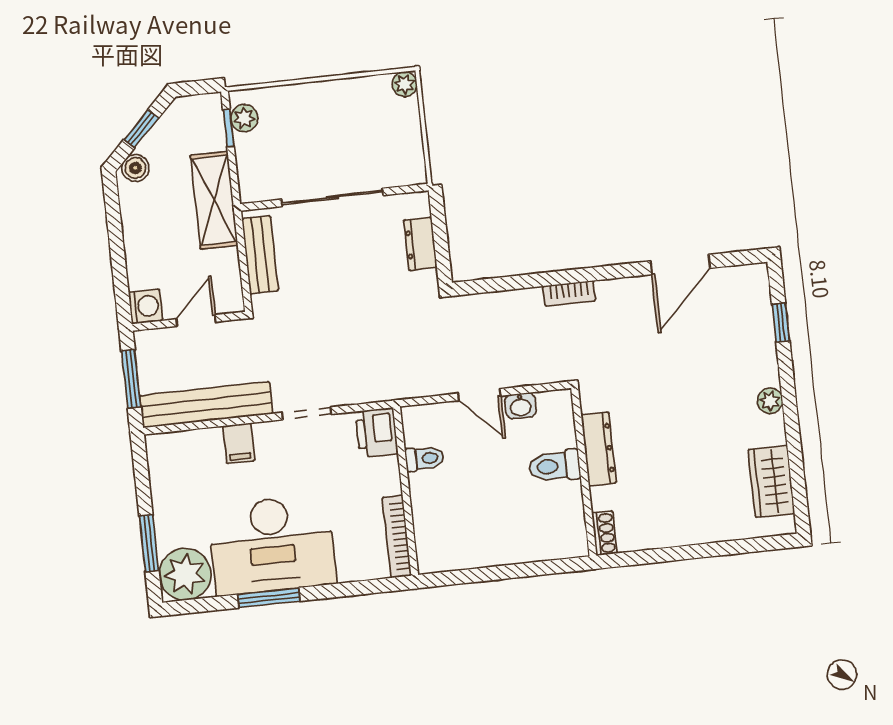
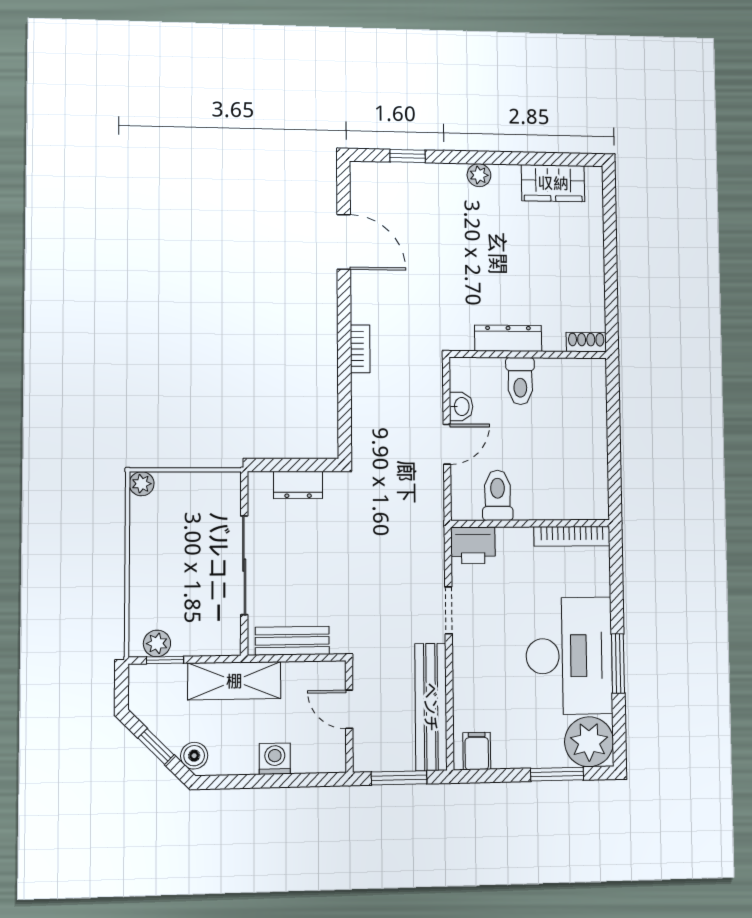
washing machine: (146, 306) -> (275, 759), moved
filing cabinet: (239, 443) -> (477, 751), moved, turned -90
toilet: (425, 459) -> (498, 495), width x1.37, depth x1.39

